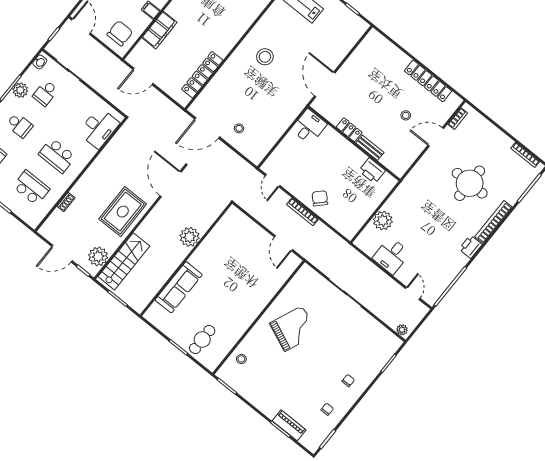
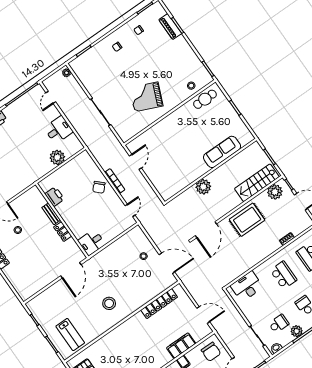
chair: (120, 33) -> (211, 352), turned -90
cafe table: (202, 339) -> (205, 99), moved

